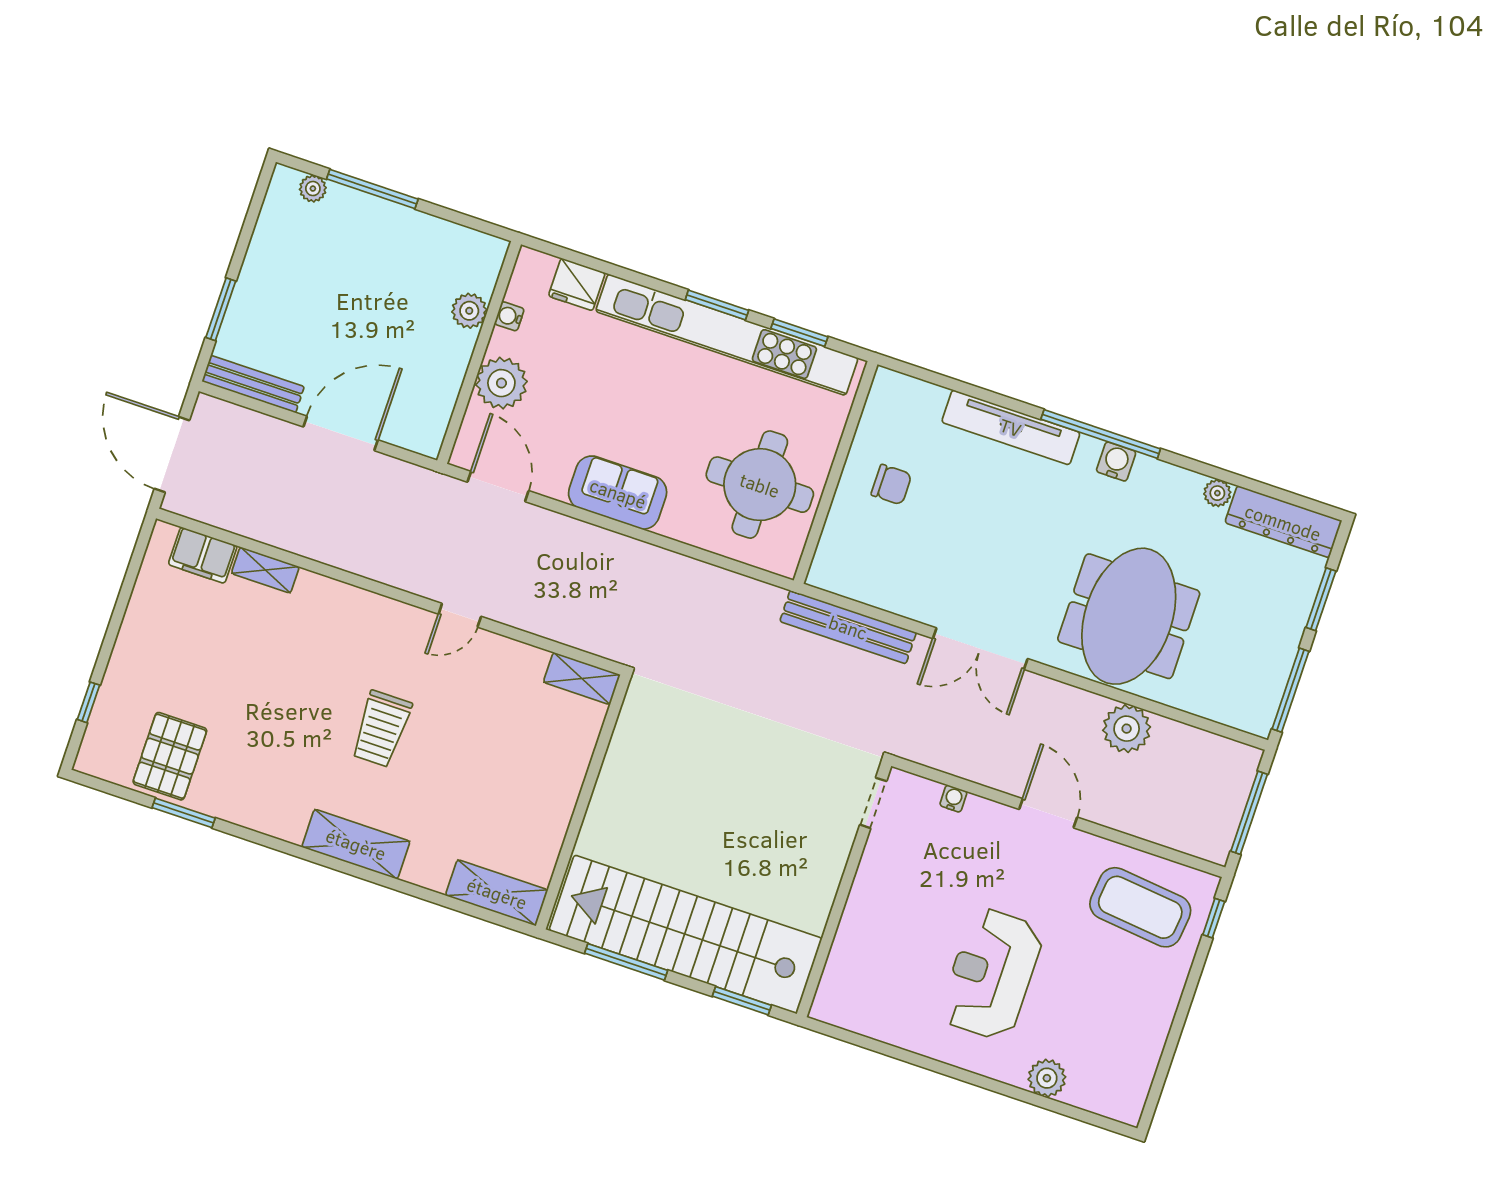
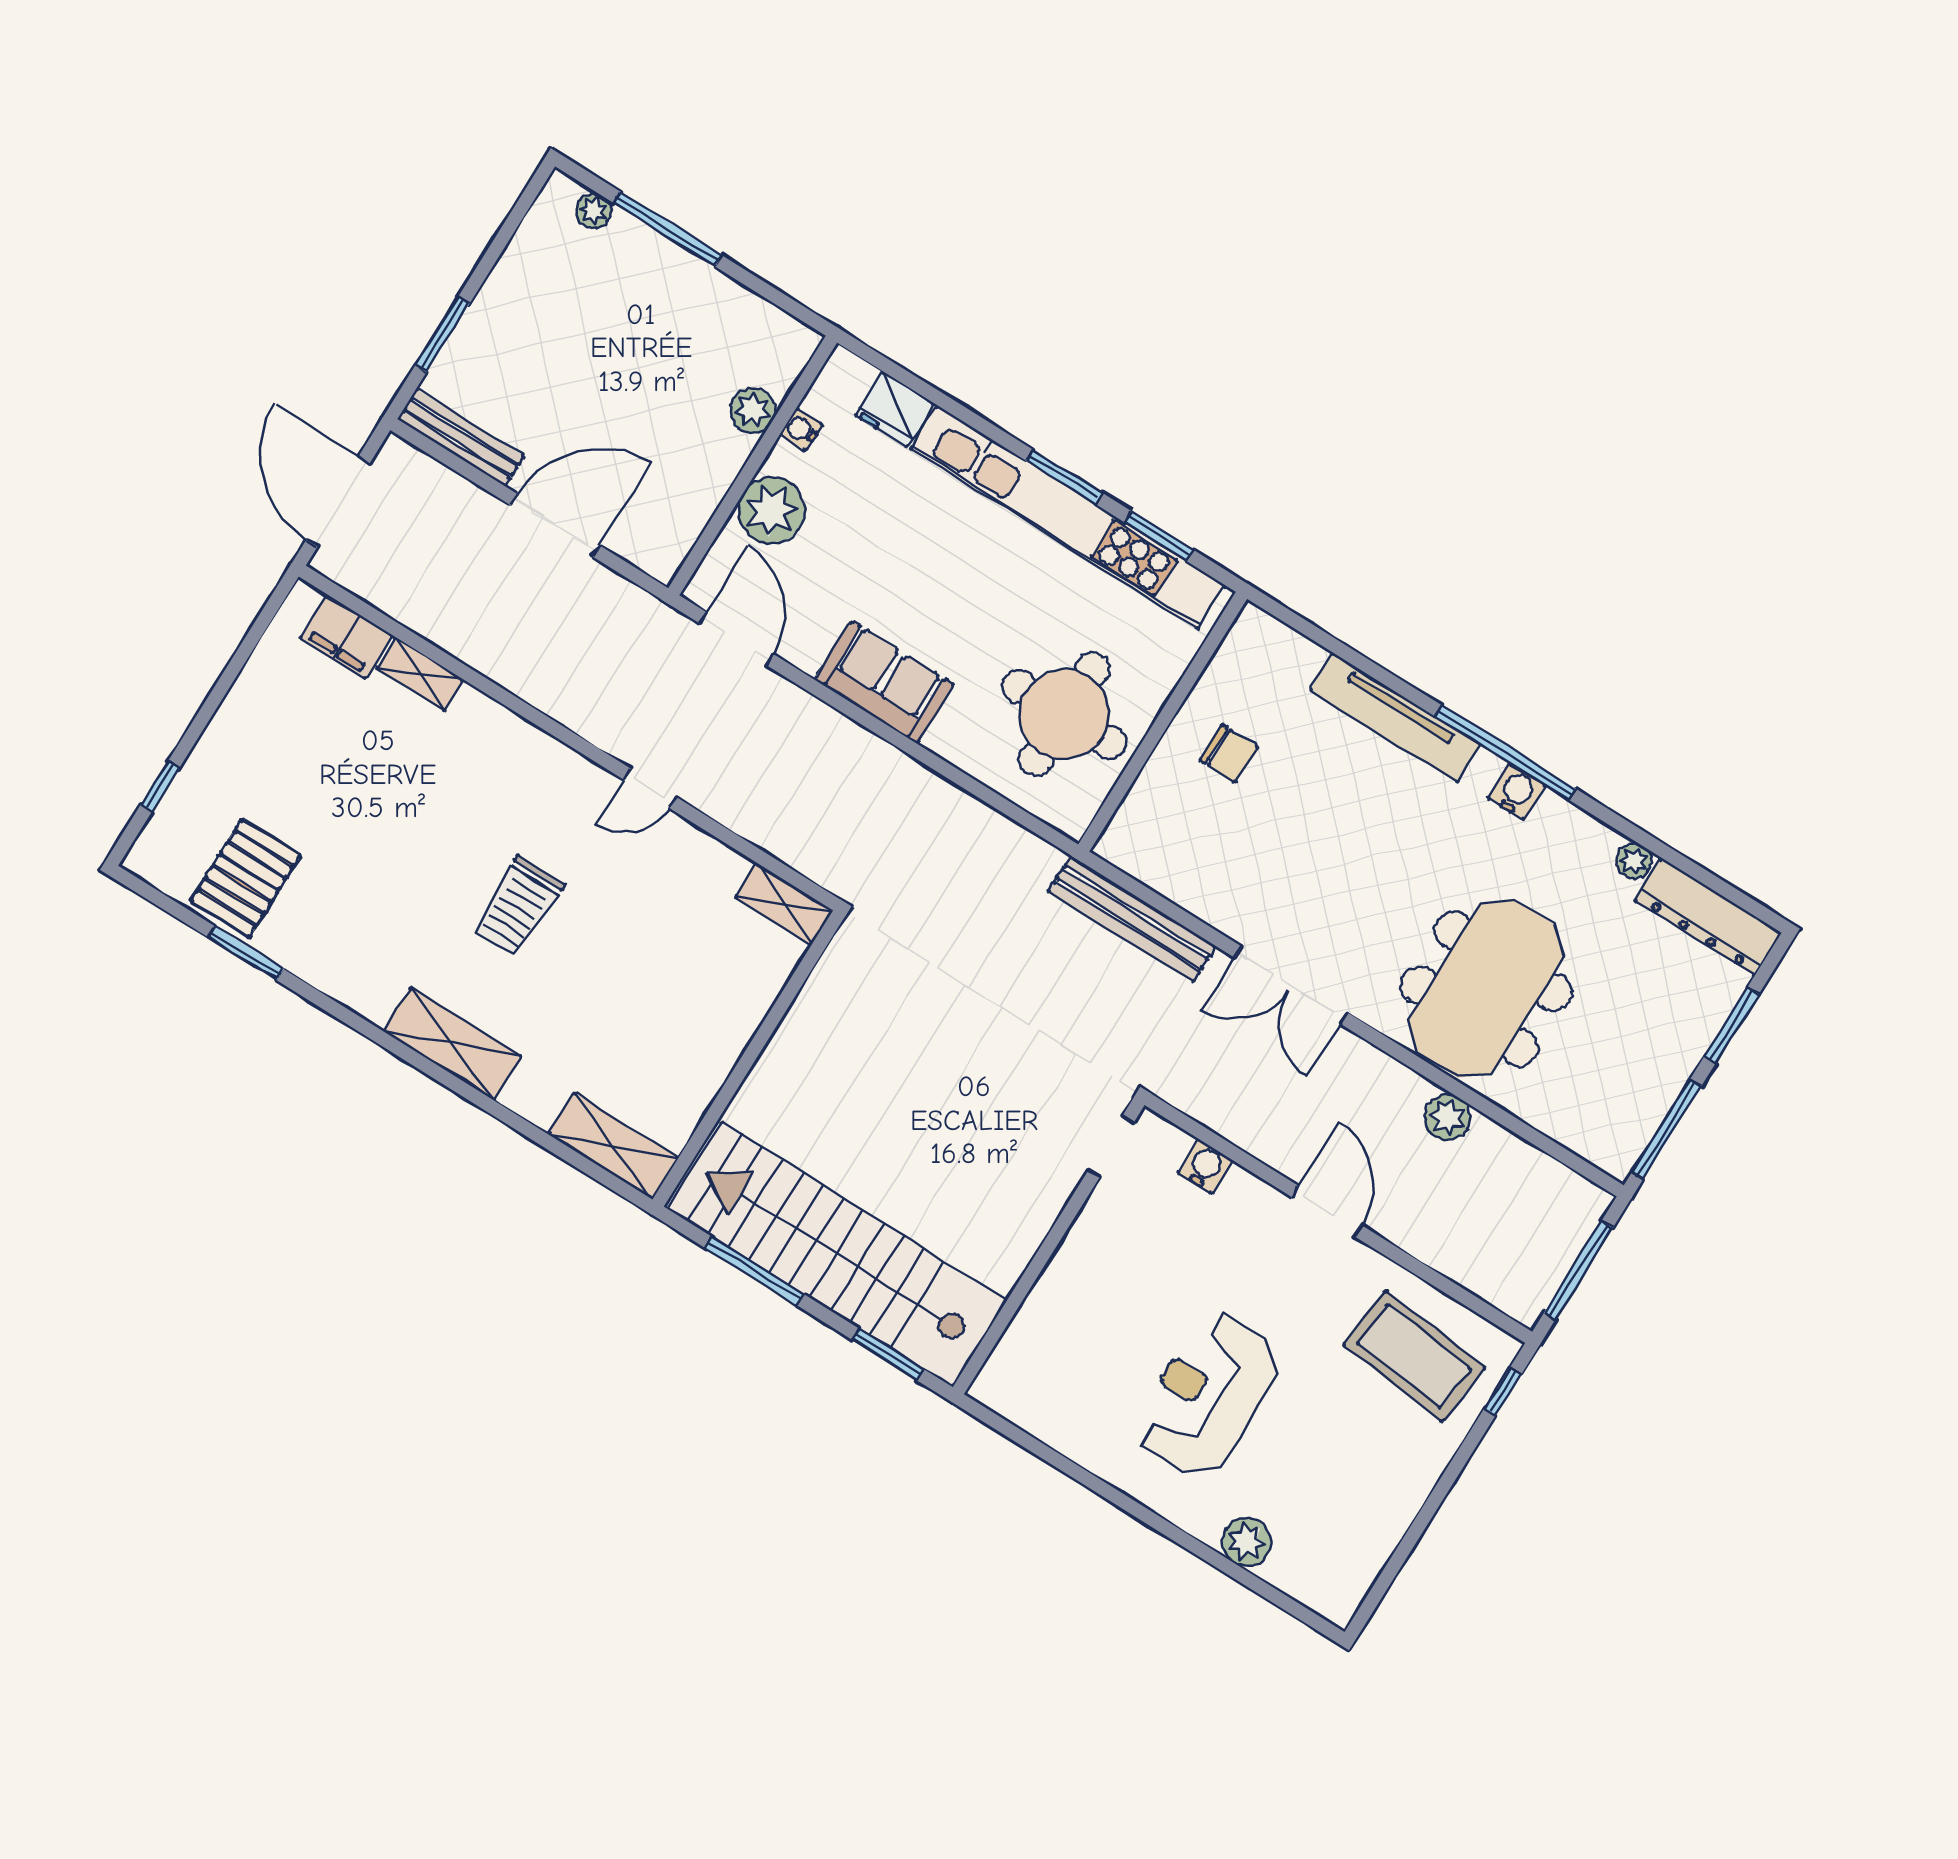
plant: (1127, 729) -> (1448, 1117), width x0.73, depth x0.73
water cooler: (953, 799) -> (1205, 1166), width x1.38, depth x1.38

